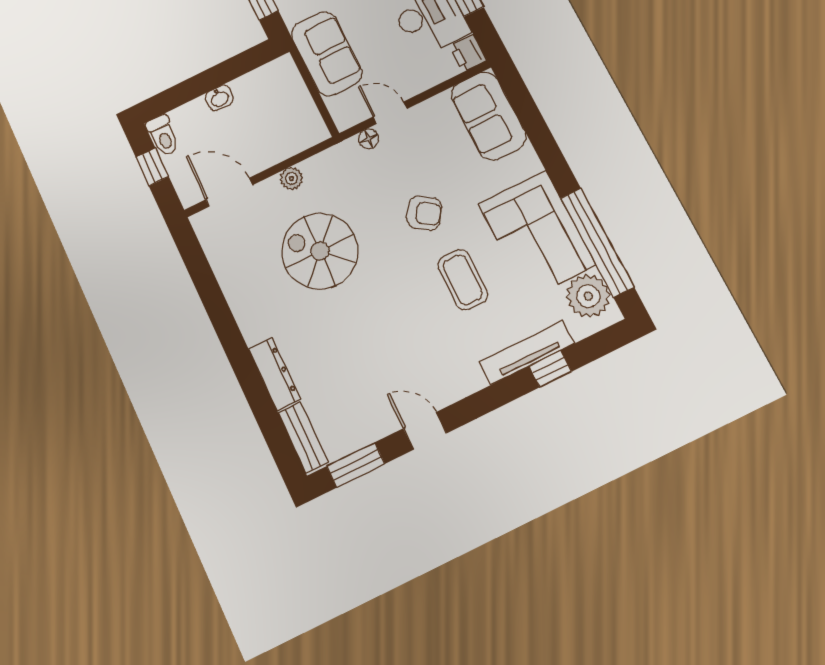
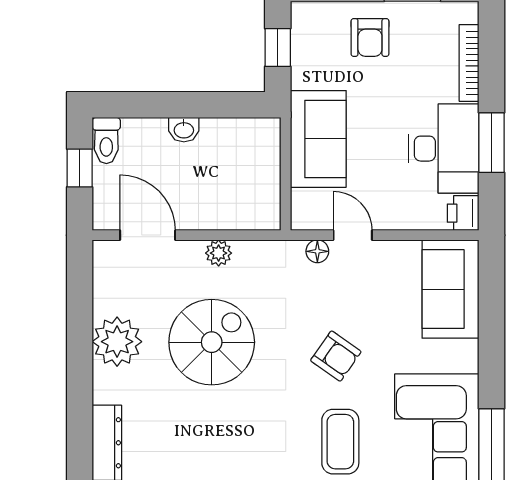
spiral stairs: (320, 251) -> (212, 342), turned 90
plant: (244, 288) -> (117, 342), added

